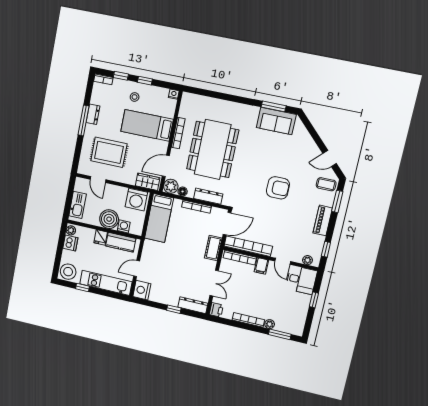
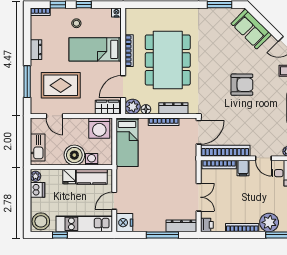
window: (83, 120) -> (27, 82), moved
sofa: (276, 121) -> (251, 29), moved, turned 45
cot: (213, 248) -> (190, 161), removed
window: (174, 309) -> (162, 235), width x2.17
plant: (270, 324) -> (269, 222), width x1.87, depth x1.87

